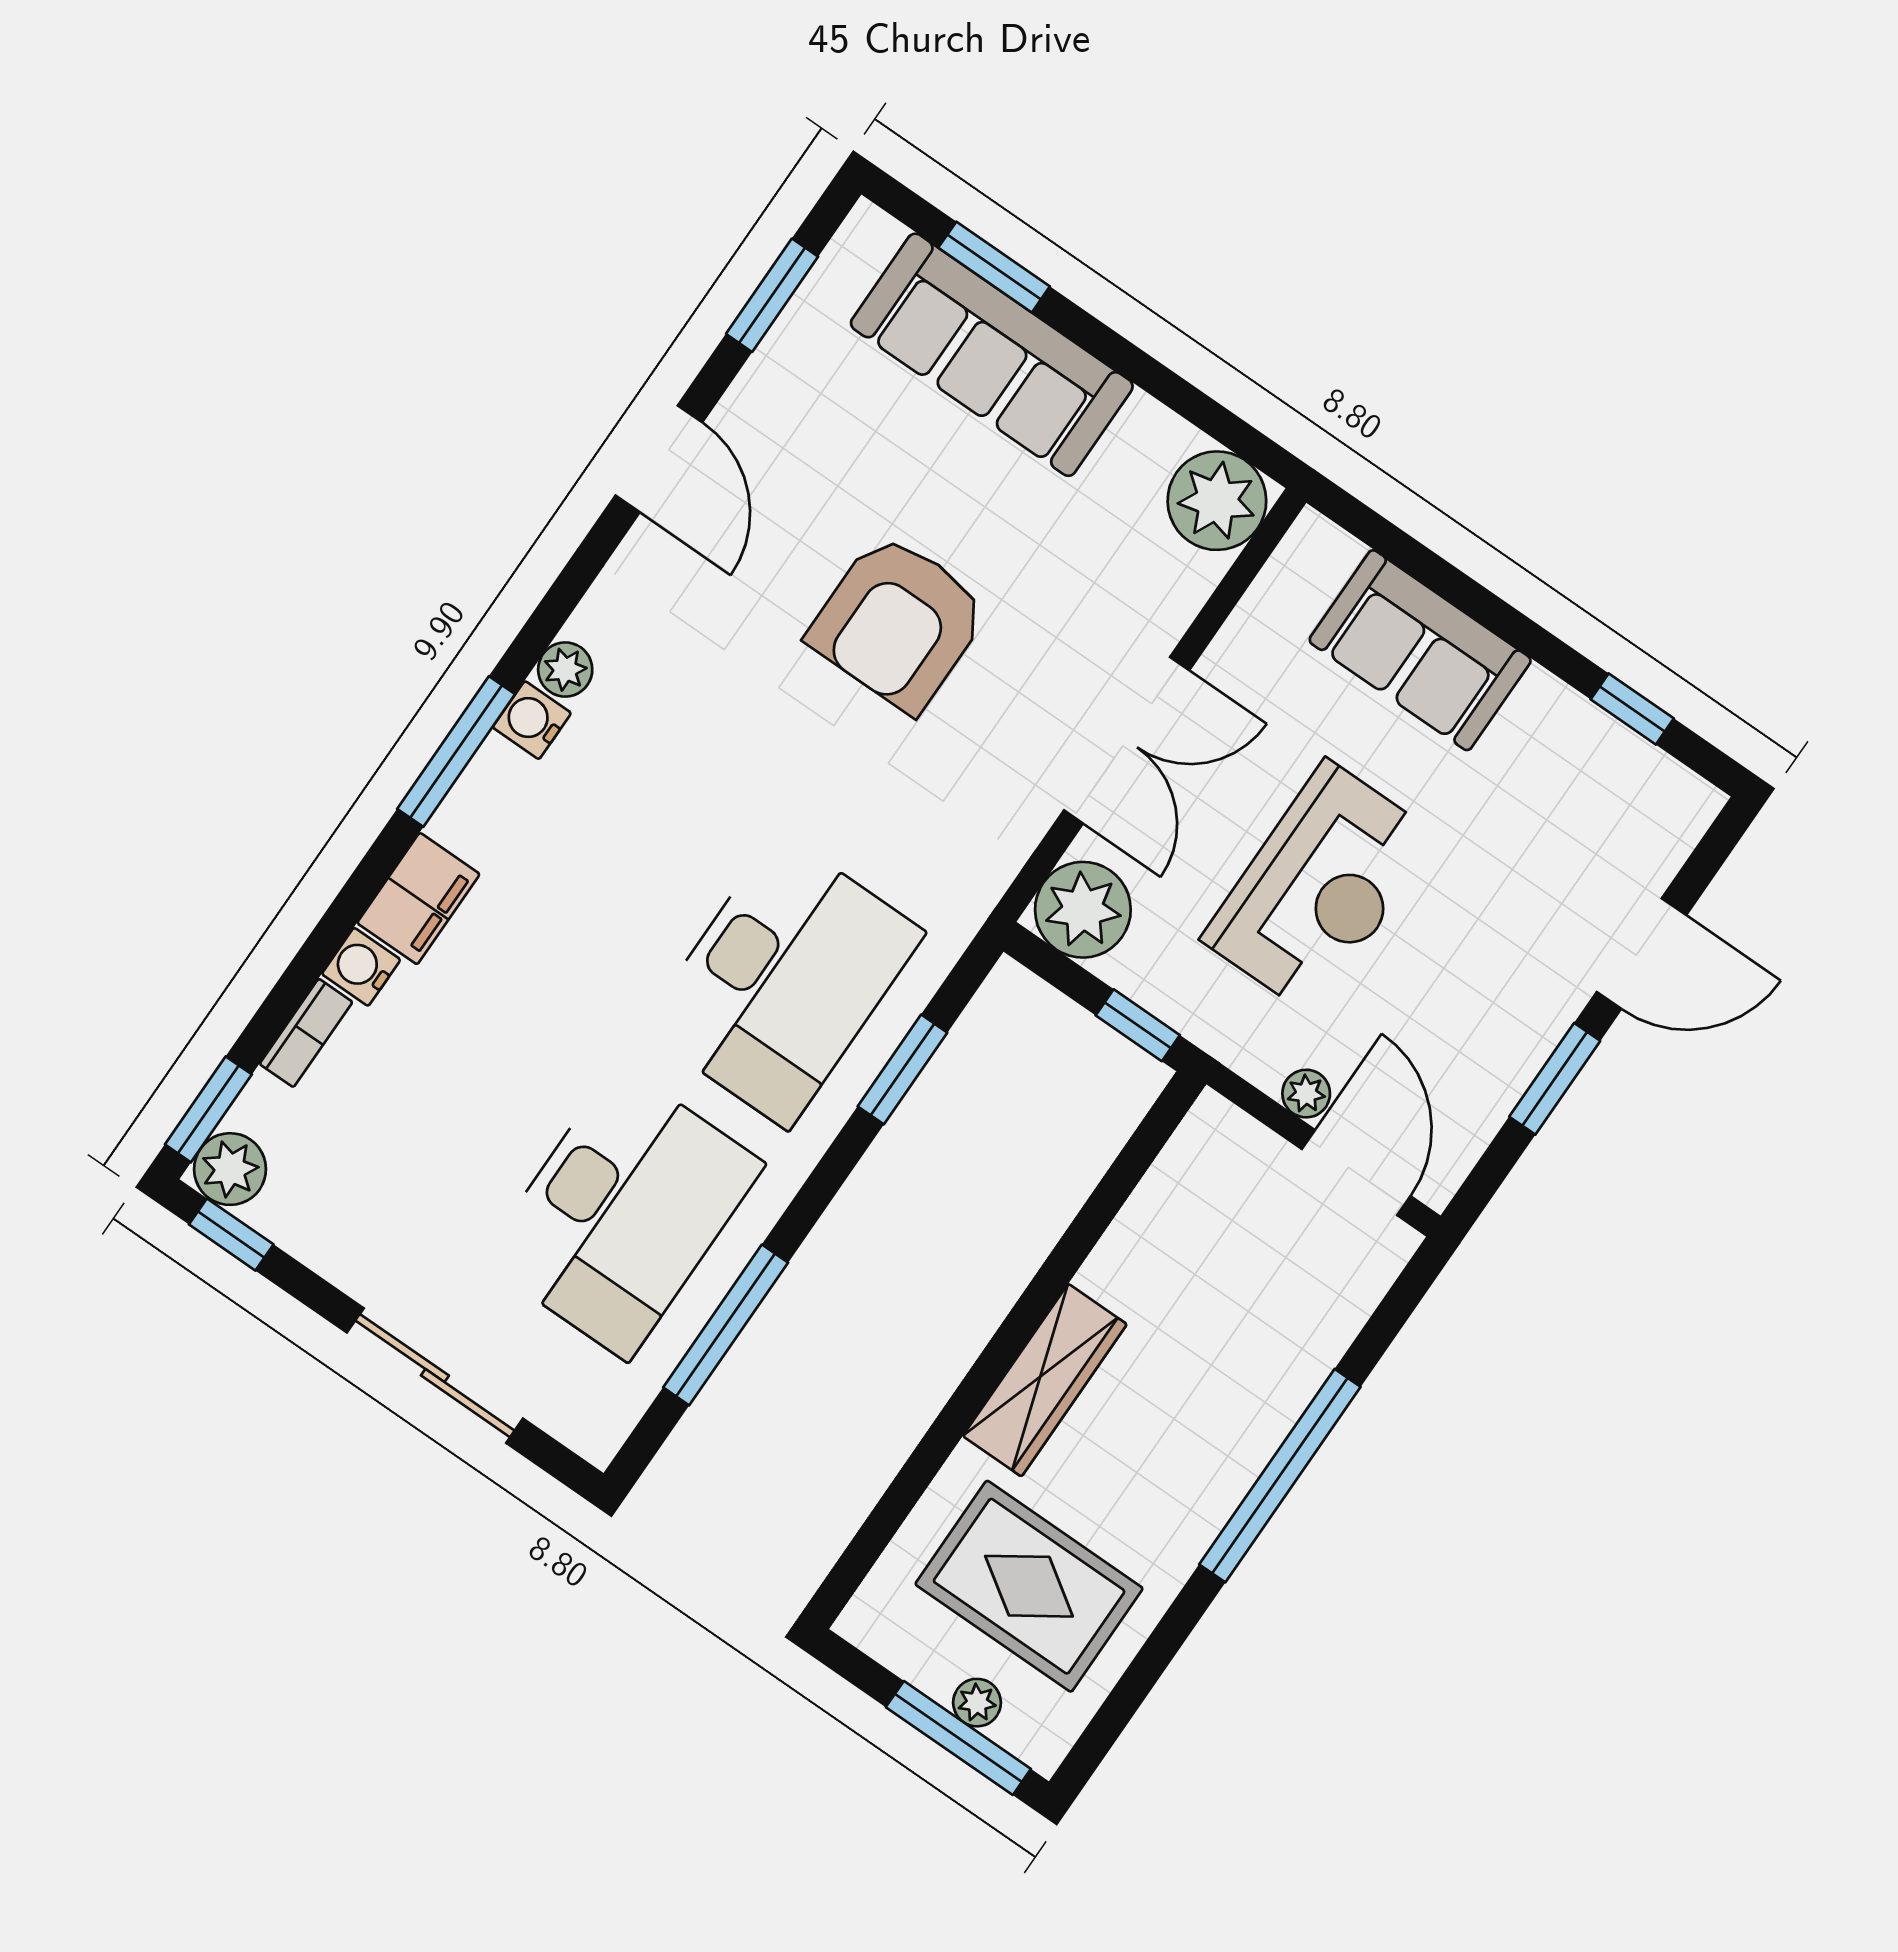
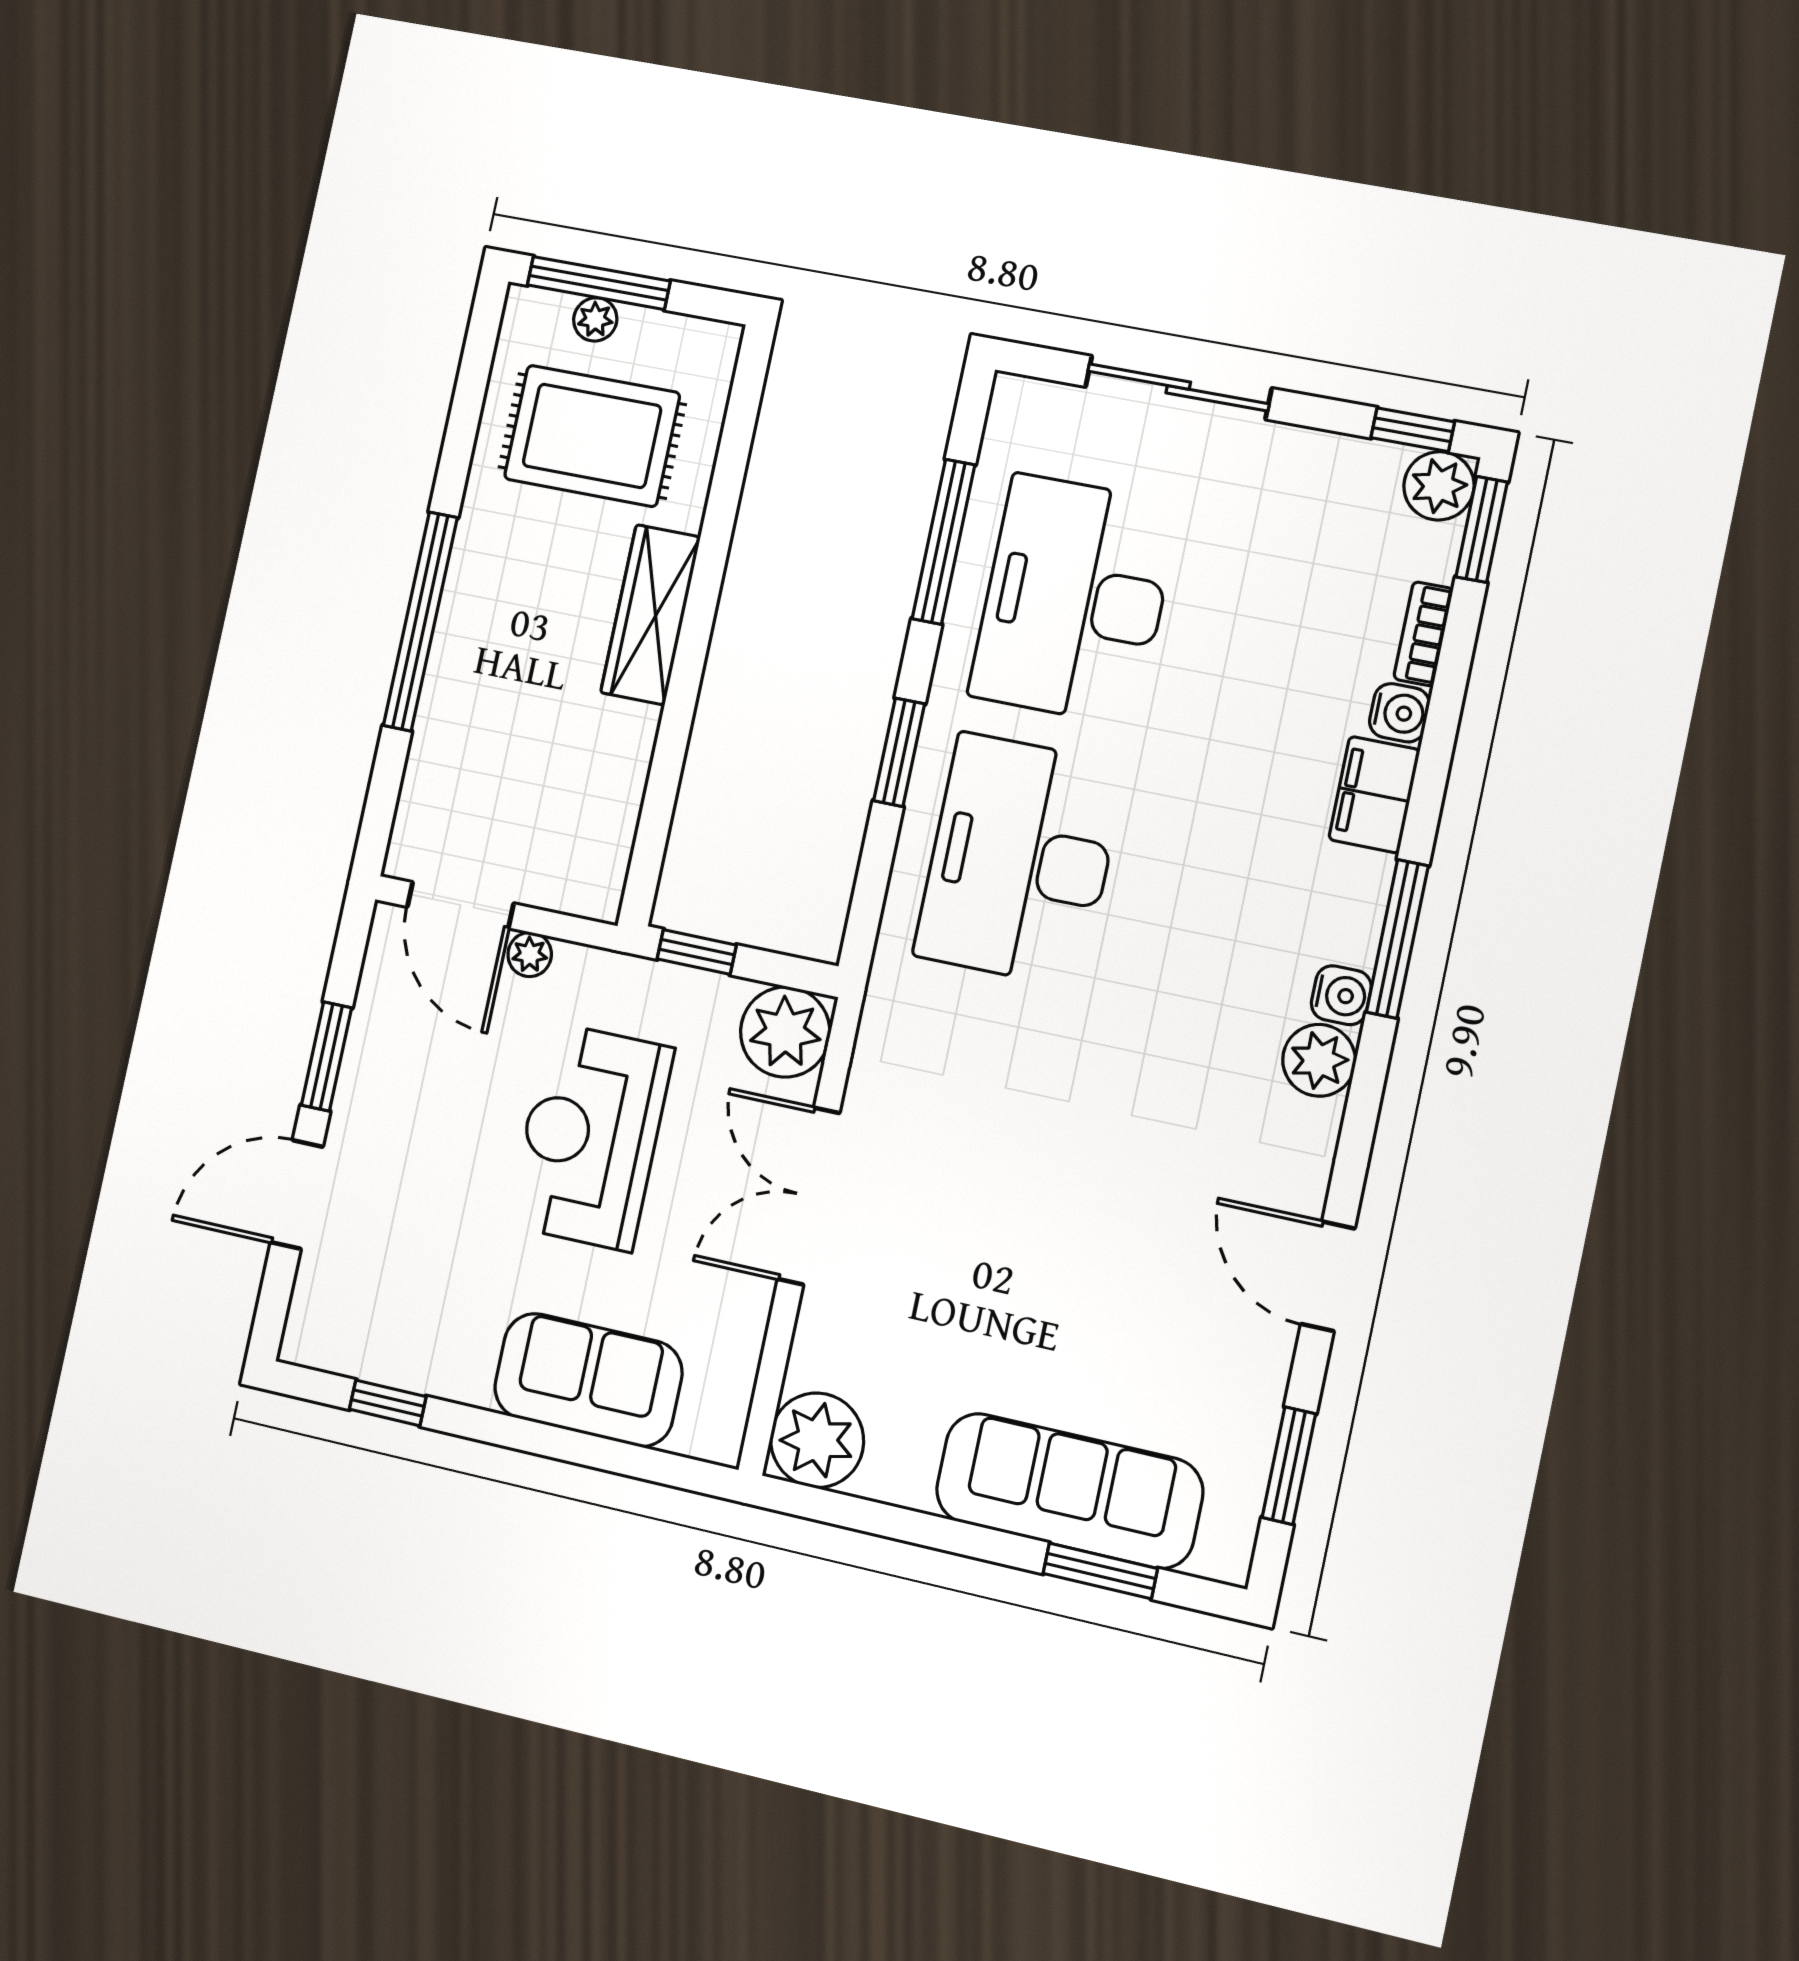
armchair: (898, 623) -> (1051, 1217), removed
plant: (565, 669) -> (1319, 1060), width x1.38, depth x1.38
window: (902, 1069) -> (899, 752), moved

